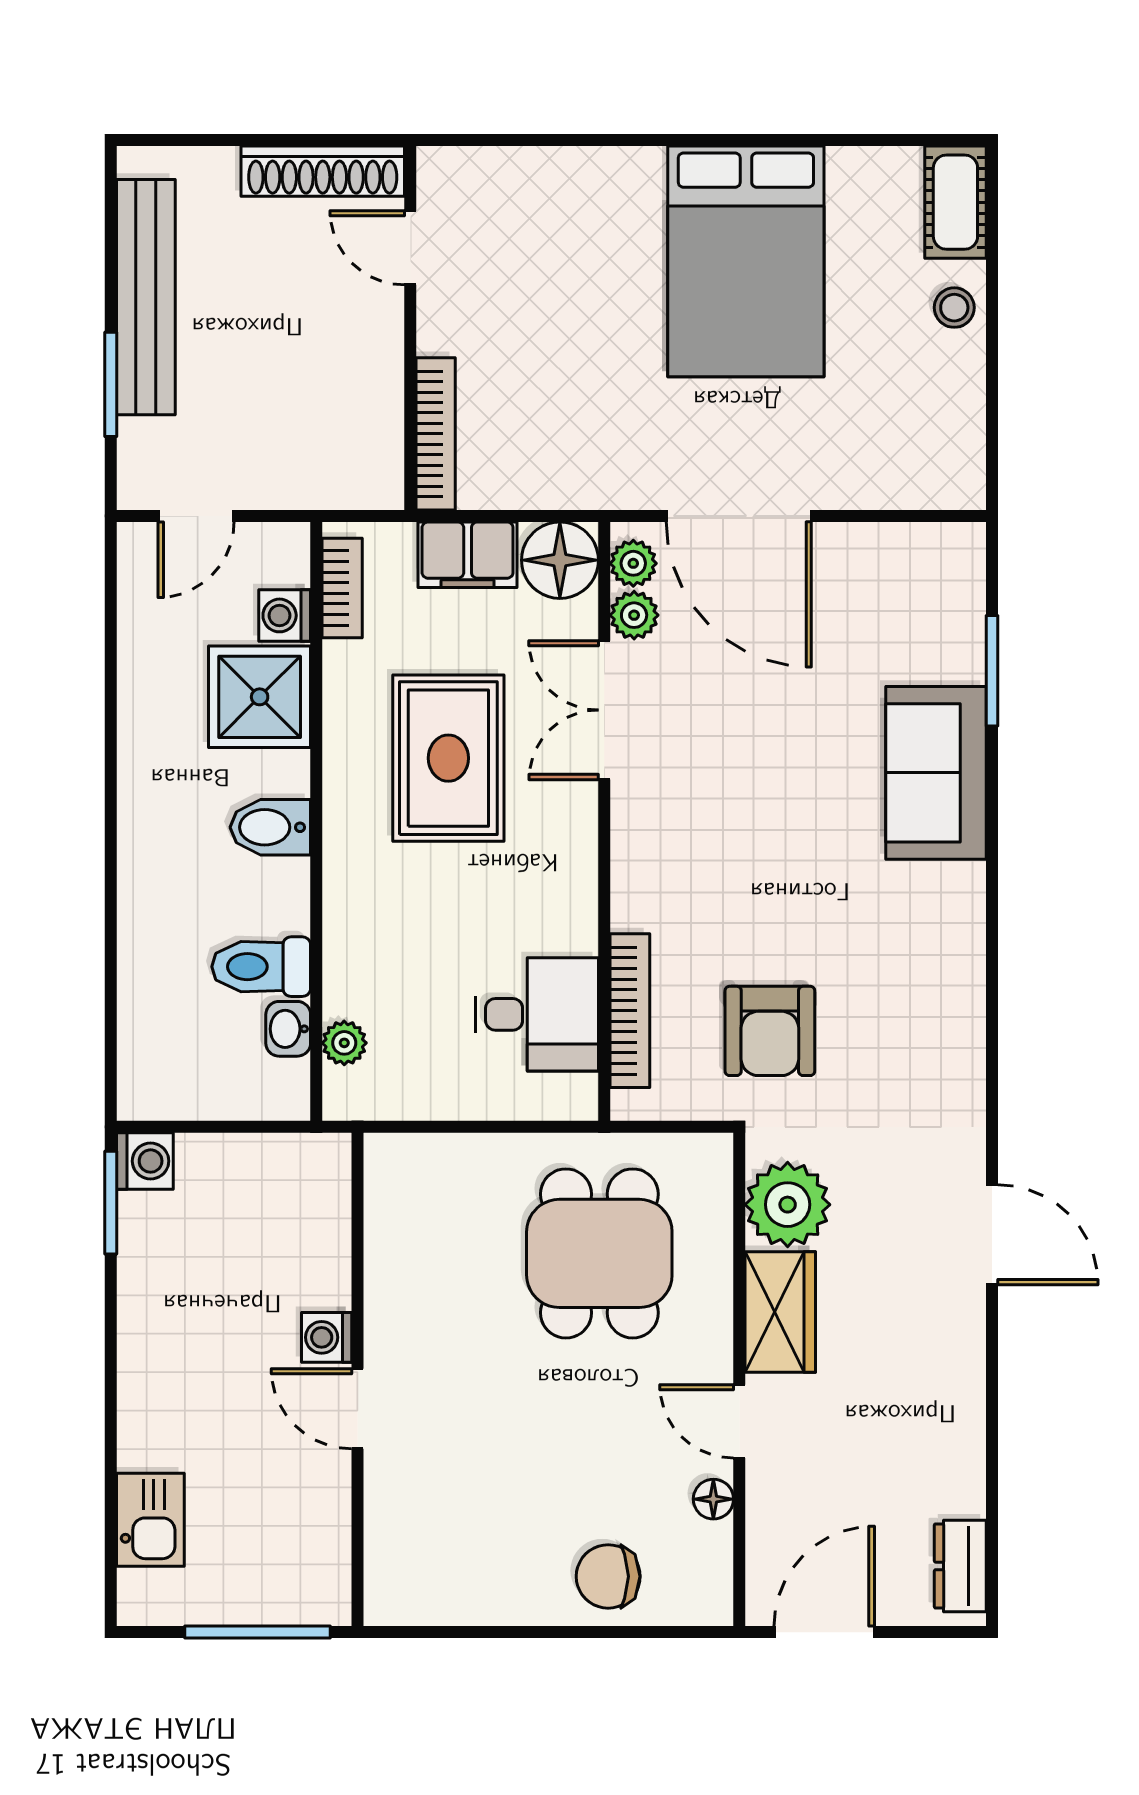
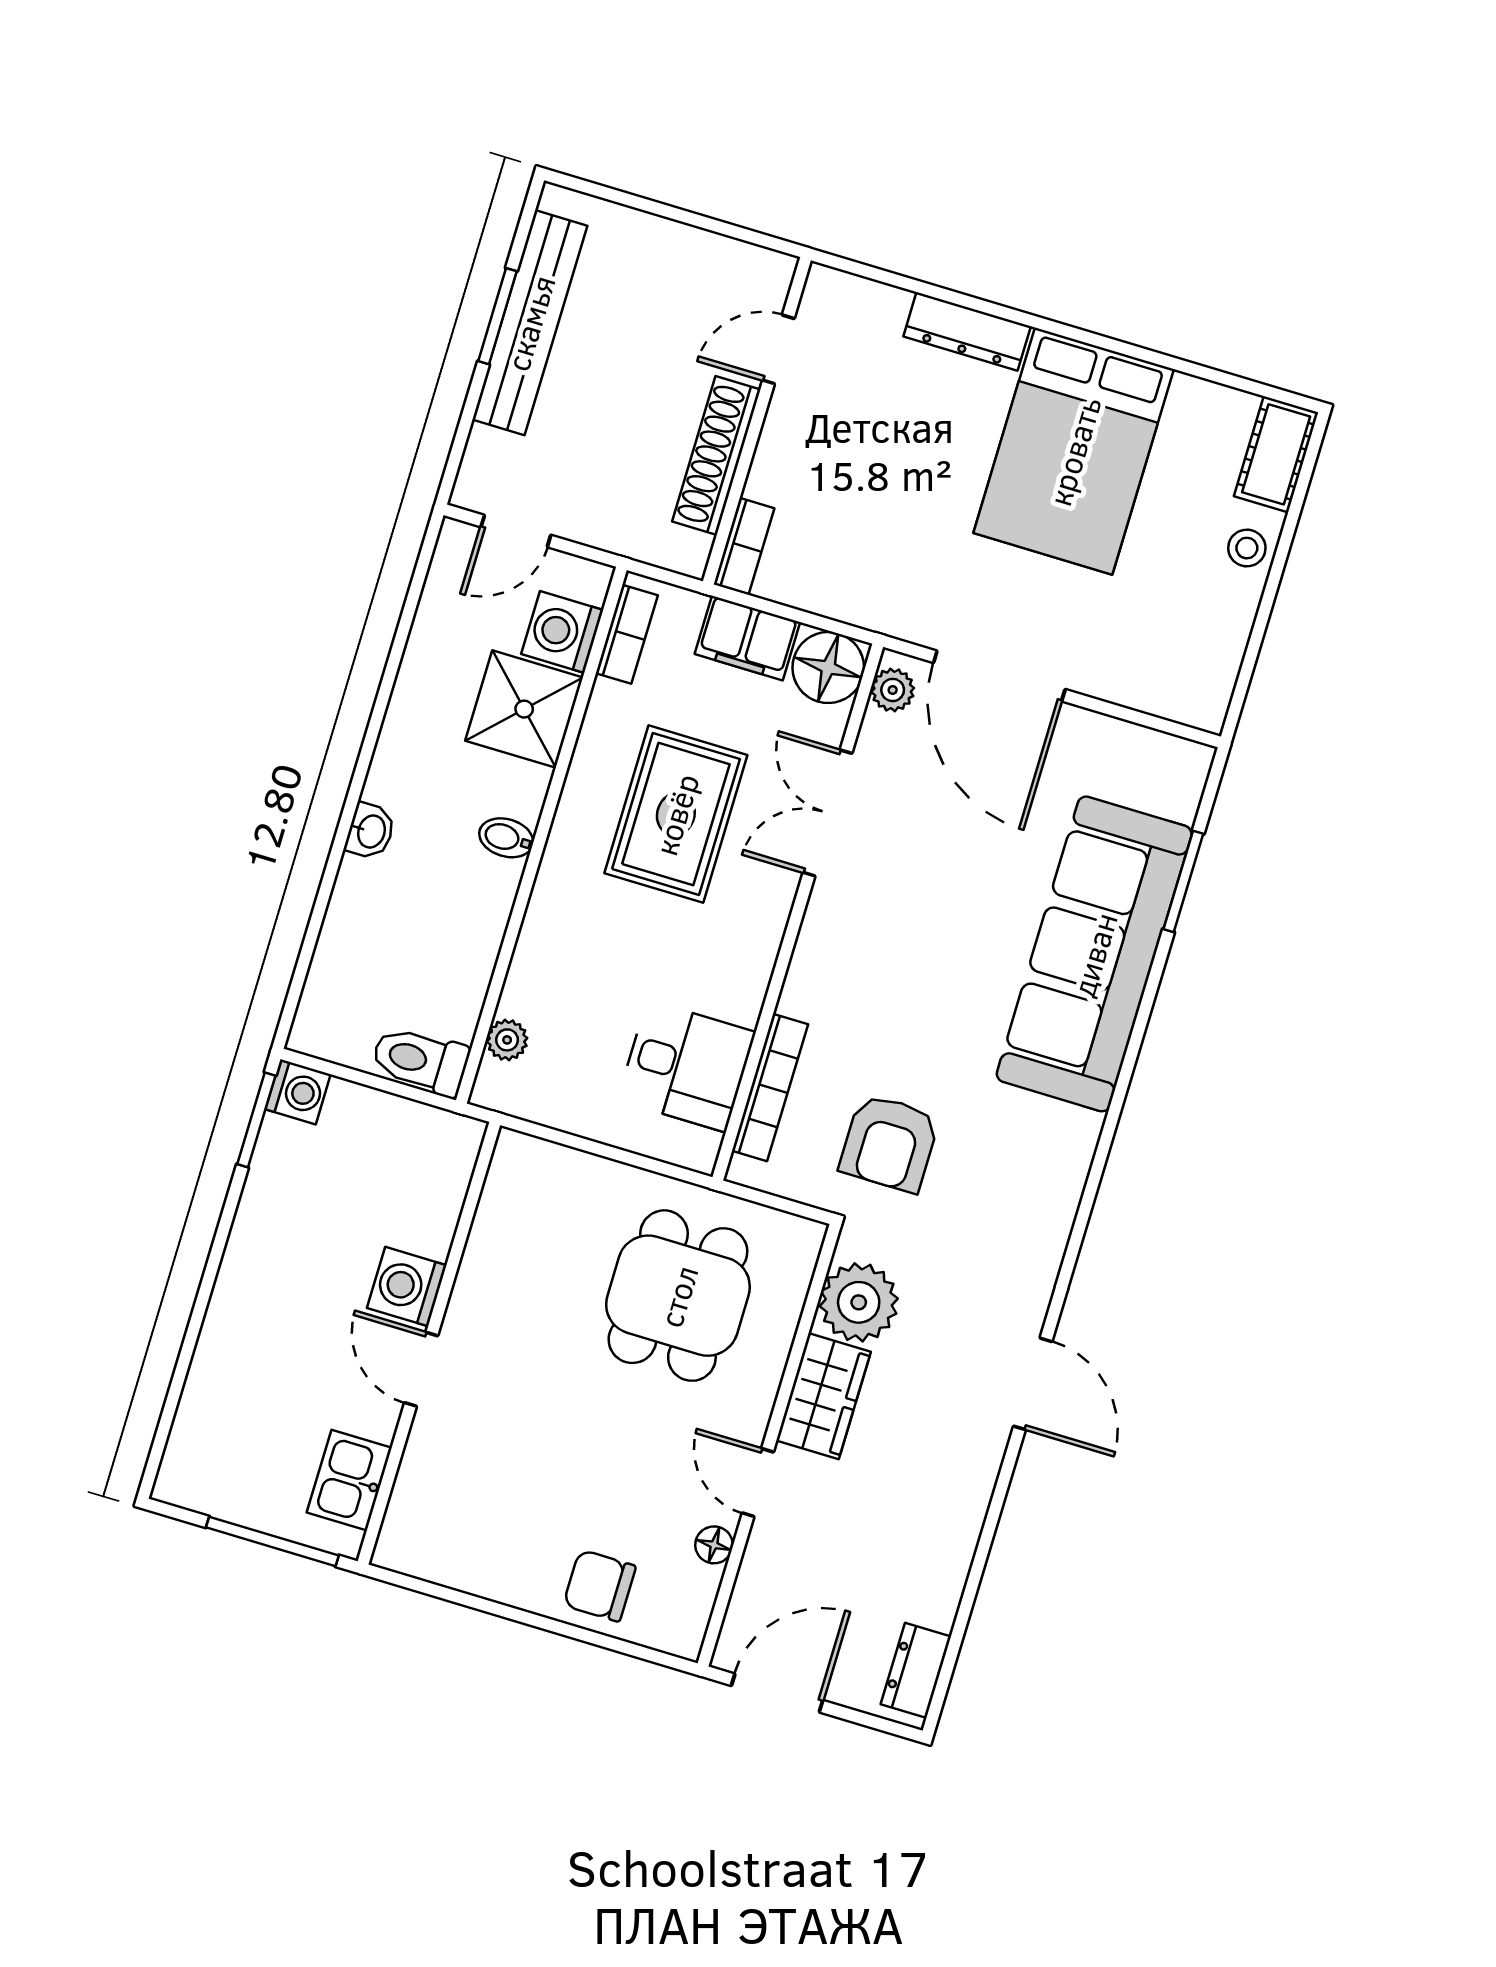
shoe rack: (323, 171) -> (716, 456), moved, turned 90
dresser: (599, 171) -> (967, 331), added
door: (410, 248) -> (778, 349), hinge flipped
window: (111, 384) -> (497, 316), moved
bookcase: (436, 434) -> (744, 546), width x0.64
washing machine: (285, 615) -> (562, 632), width x1.38, depth x1.38
plant: (634, 615) -> (879, 736), removed
sofa: (936, 773) -> (1094, 954), width x1.85, depth x1.27
bidet: (270, 827) -> (506, 838), width x0.72, depth x0.74
toilet: (261, 967) -> (420, 1061), moved
washbasin: (288, 1029) -> (370, 831), moved, turned 180
washing machine: (327, 1337) -> (407, 1287), width x1.38, depth x1.38
kitchen sink: (150, 1520) -> (349, 1480), moved, turned 180

